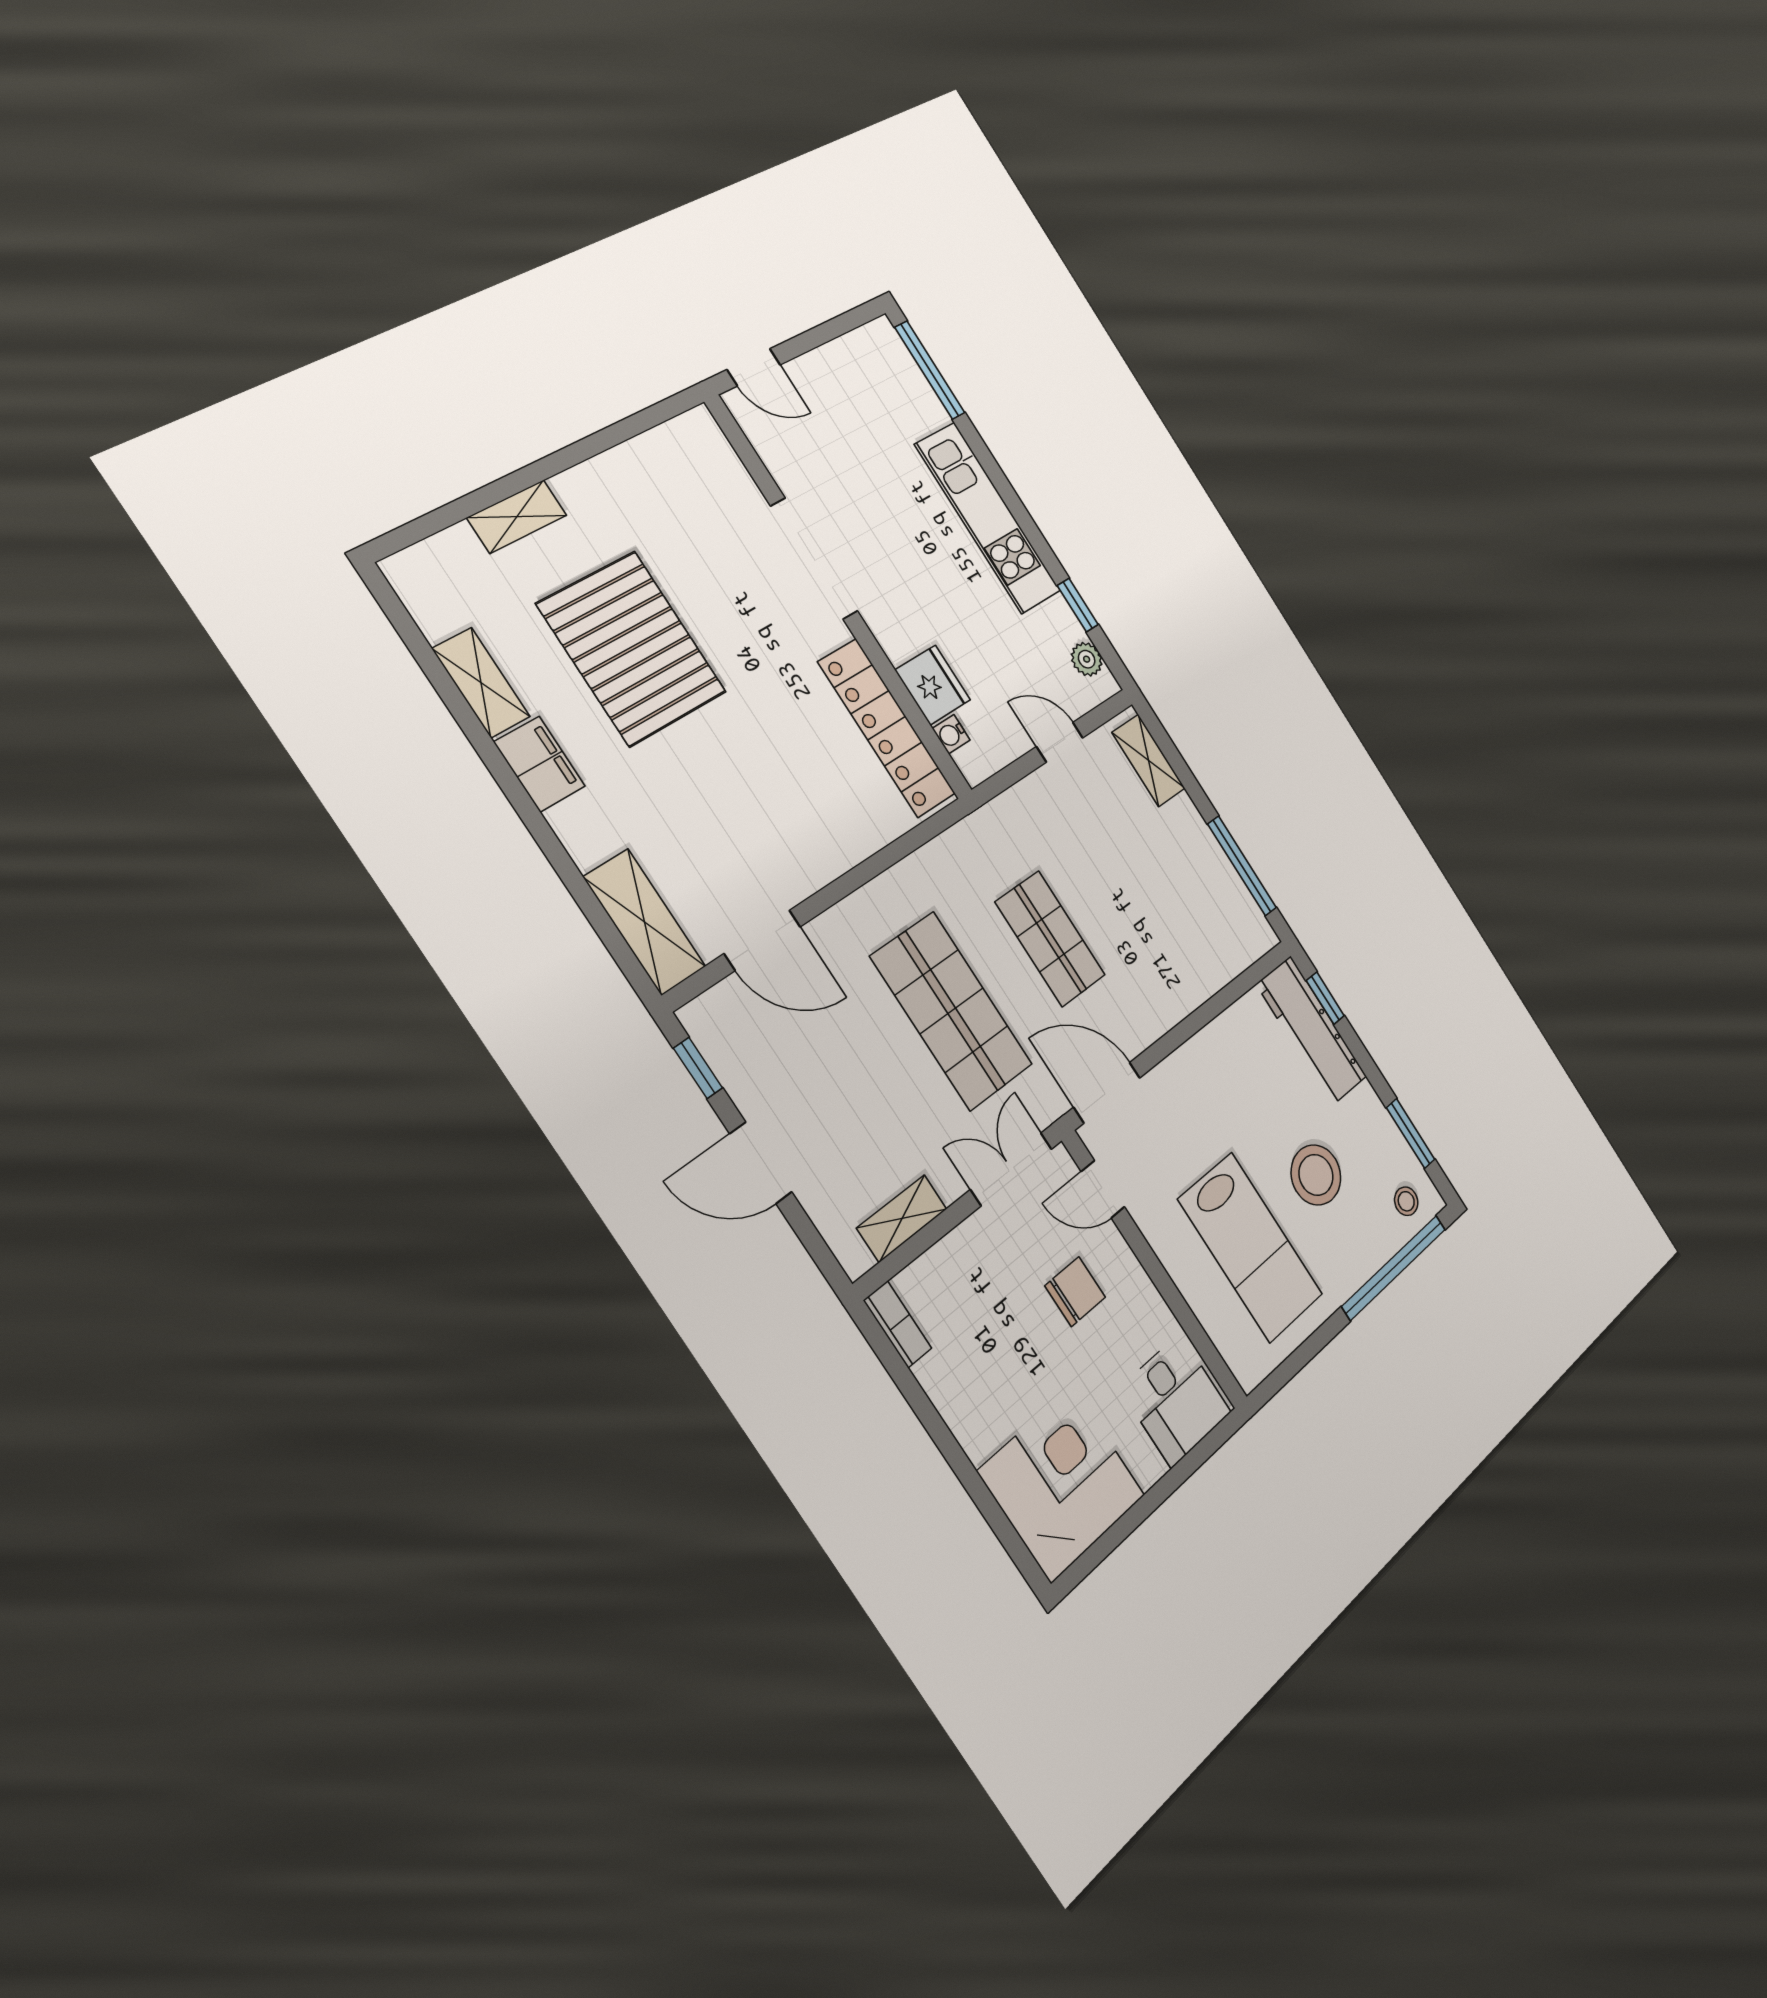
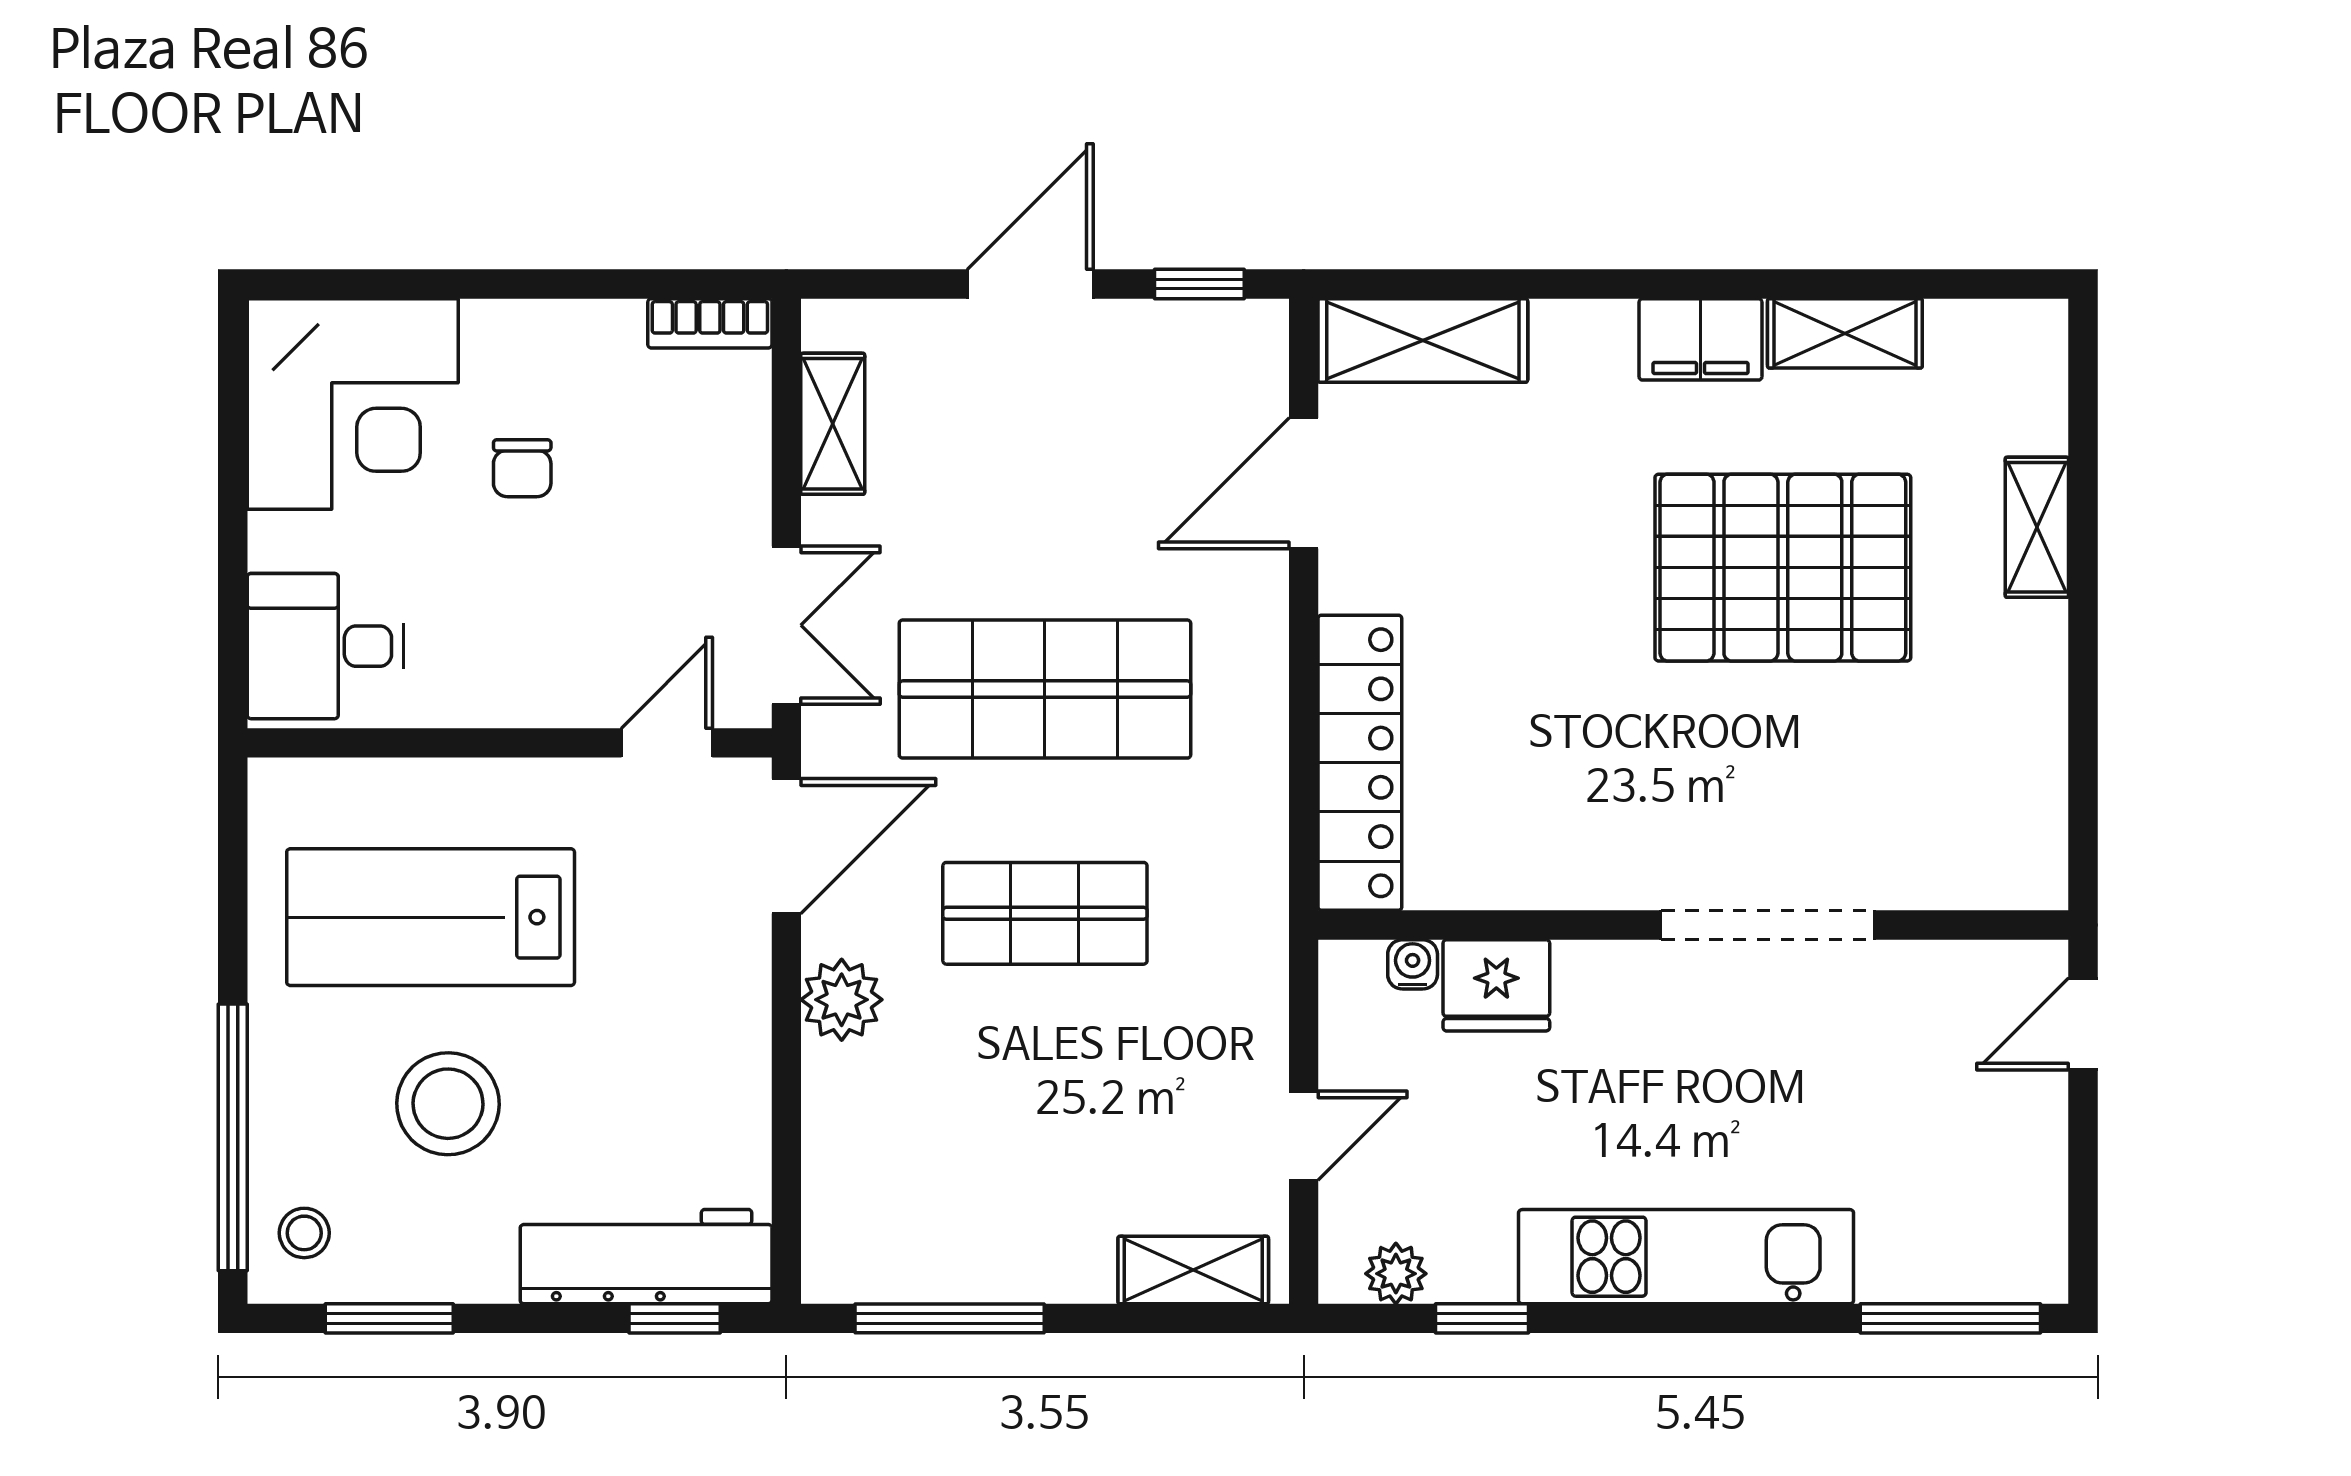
locker: (887, 728) -> (1360, 763), moved, turned 90
plant: (1152, 1015) -> (842, 1000), added
chair: (1075, 1292) -> (522, 468), moved, width x0.73, depth x0.73

